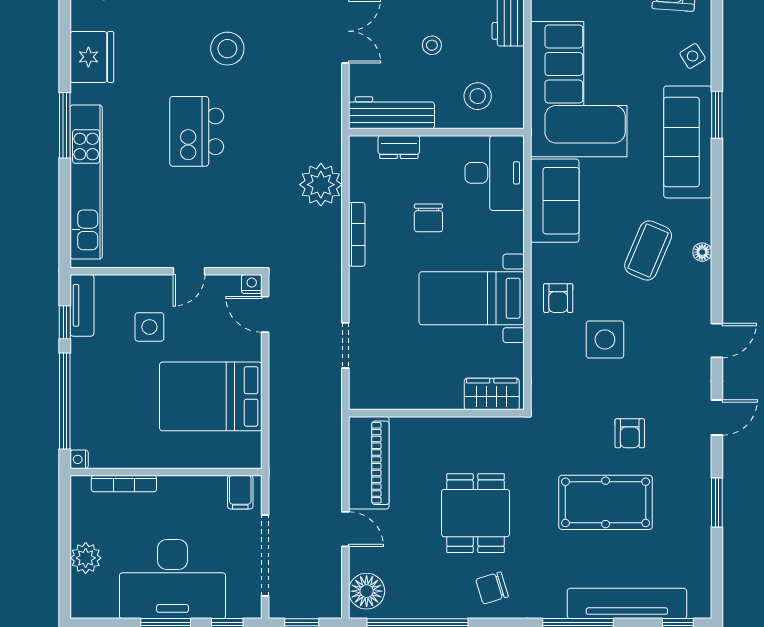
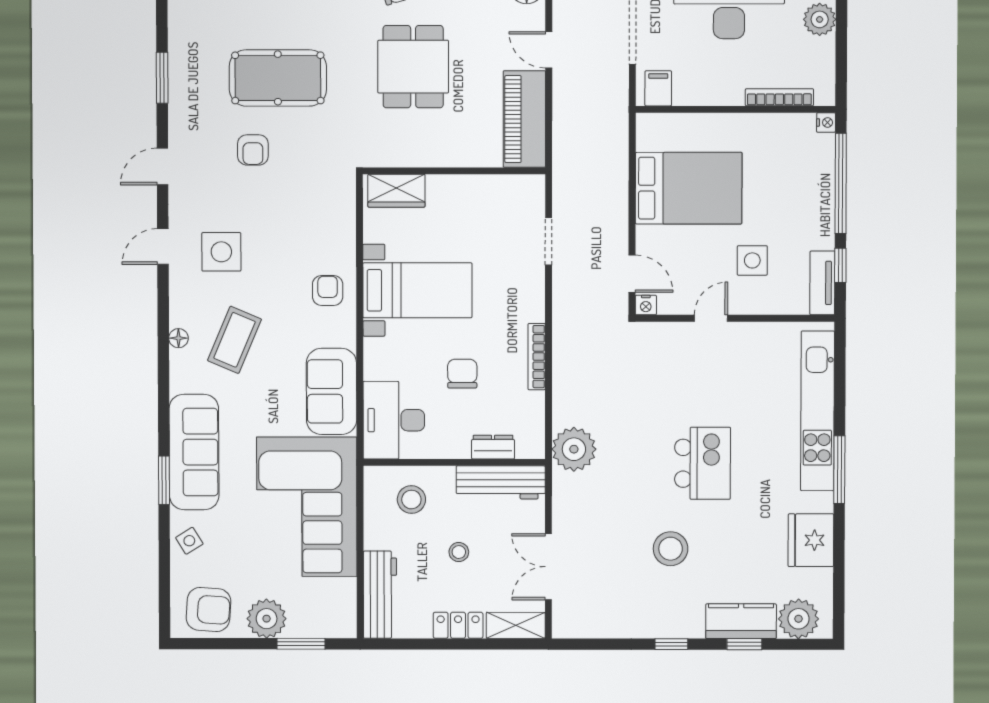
plant: (321, 185) -> (574, 449), moved
side table: (605, 339) -> (221, 252), moved
armchair: (630, 433) -> (253, 150), turned 180

